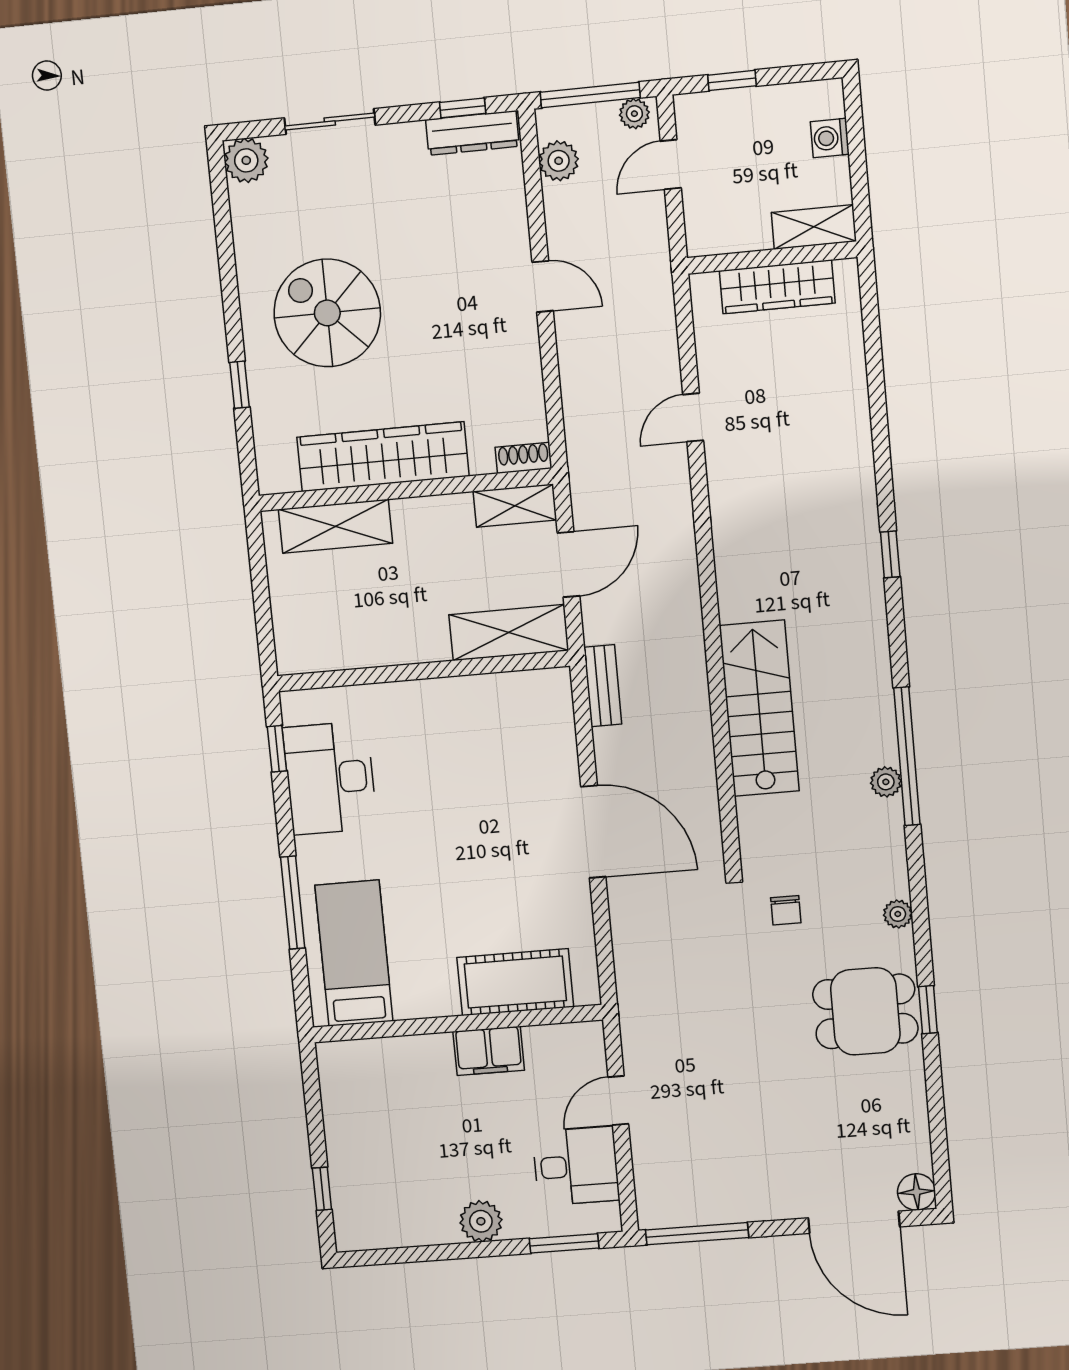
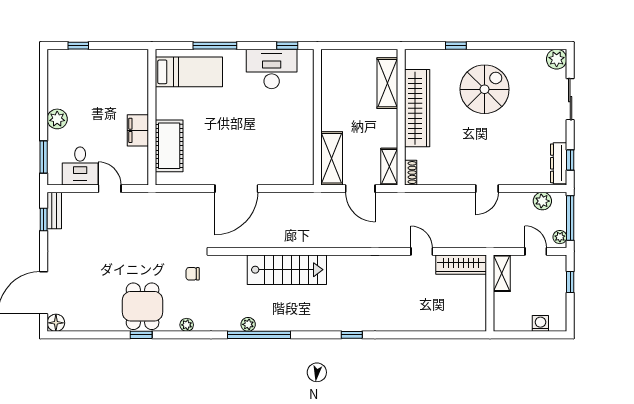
shelving: (814, 227) -> (502, 273), moved
wardrobe: (777, 287) -> (461, 265), moved, turned -90
bench: (603, 686) -> (54, 211), moved, turned 90
window: (697, 1234) -> (44, 220), width x0.46

